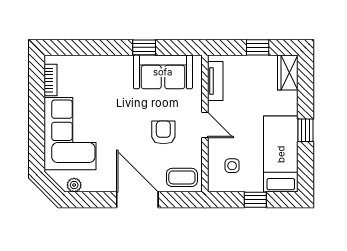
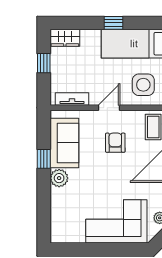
plant: (121, 66) -> (59, 178), added
bookcase: (50, 80) -> (71, 238), removed
armchair: (163, 132) -> (115, 143), turned 90
side table: (232, 166) -> (143, 85), width x1.87, depth x1.87

